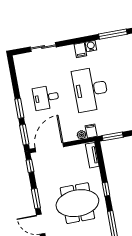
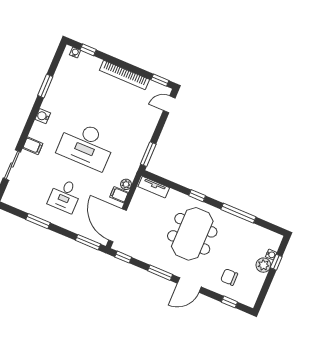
window: (113, 34) -> (45, 86), width x0.69
filing cabinet: (80, 50) -> (33, 146), moved
window: (19, 108) -> (38, 221), moved
filing cabinet: (91, 131) -> (119, 195), moved

